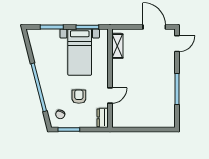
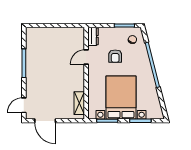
bed with nightstands: (80, 52) -> (121, 97), width x1.36

